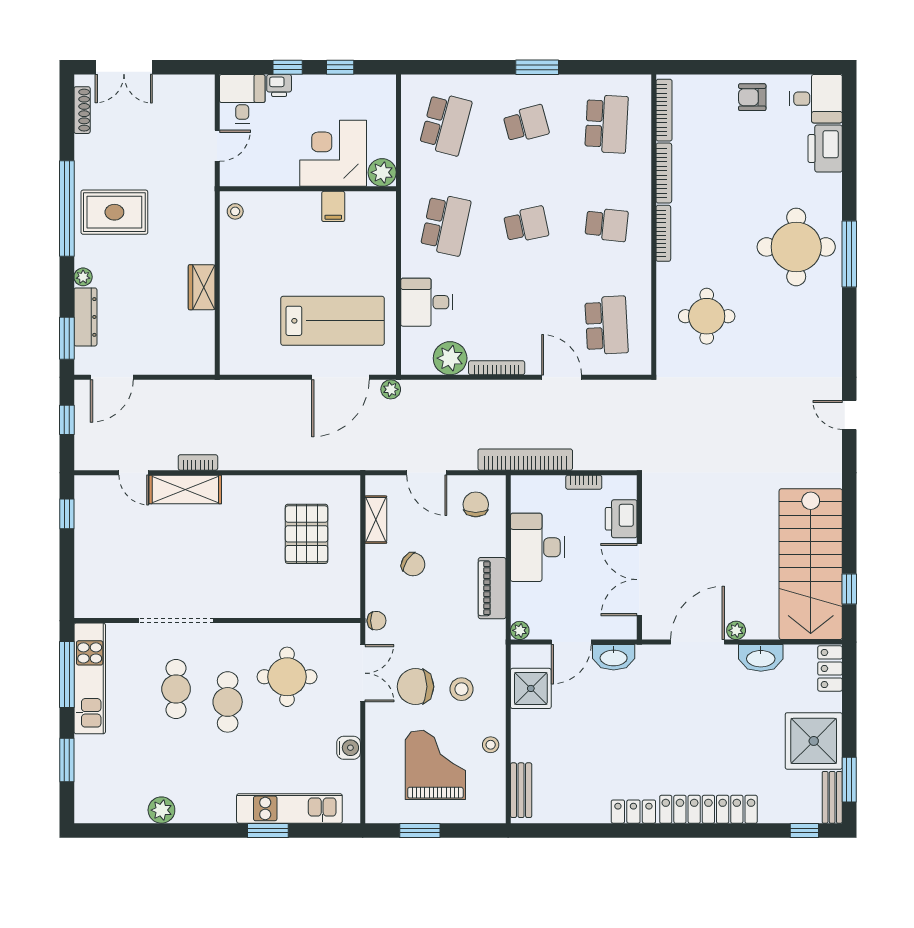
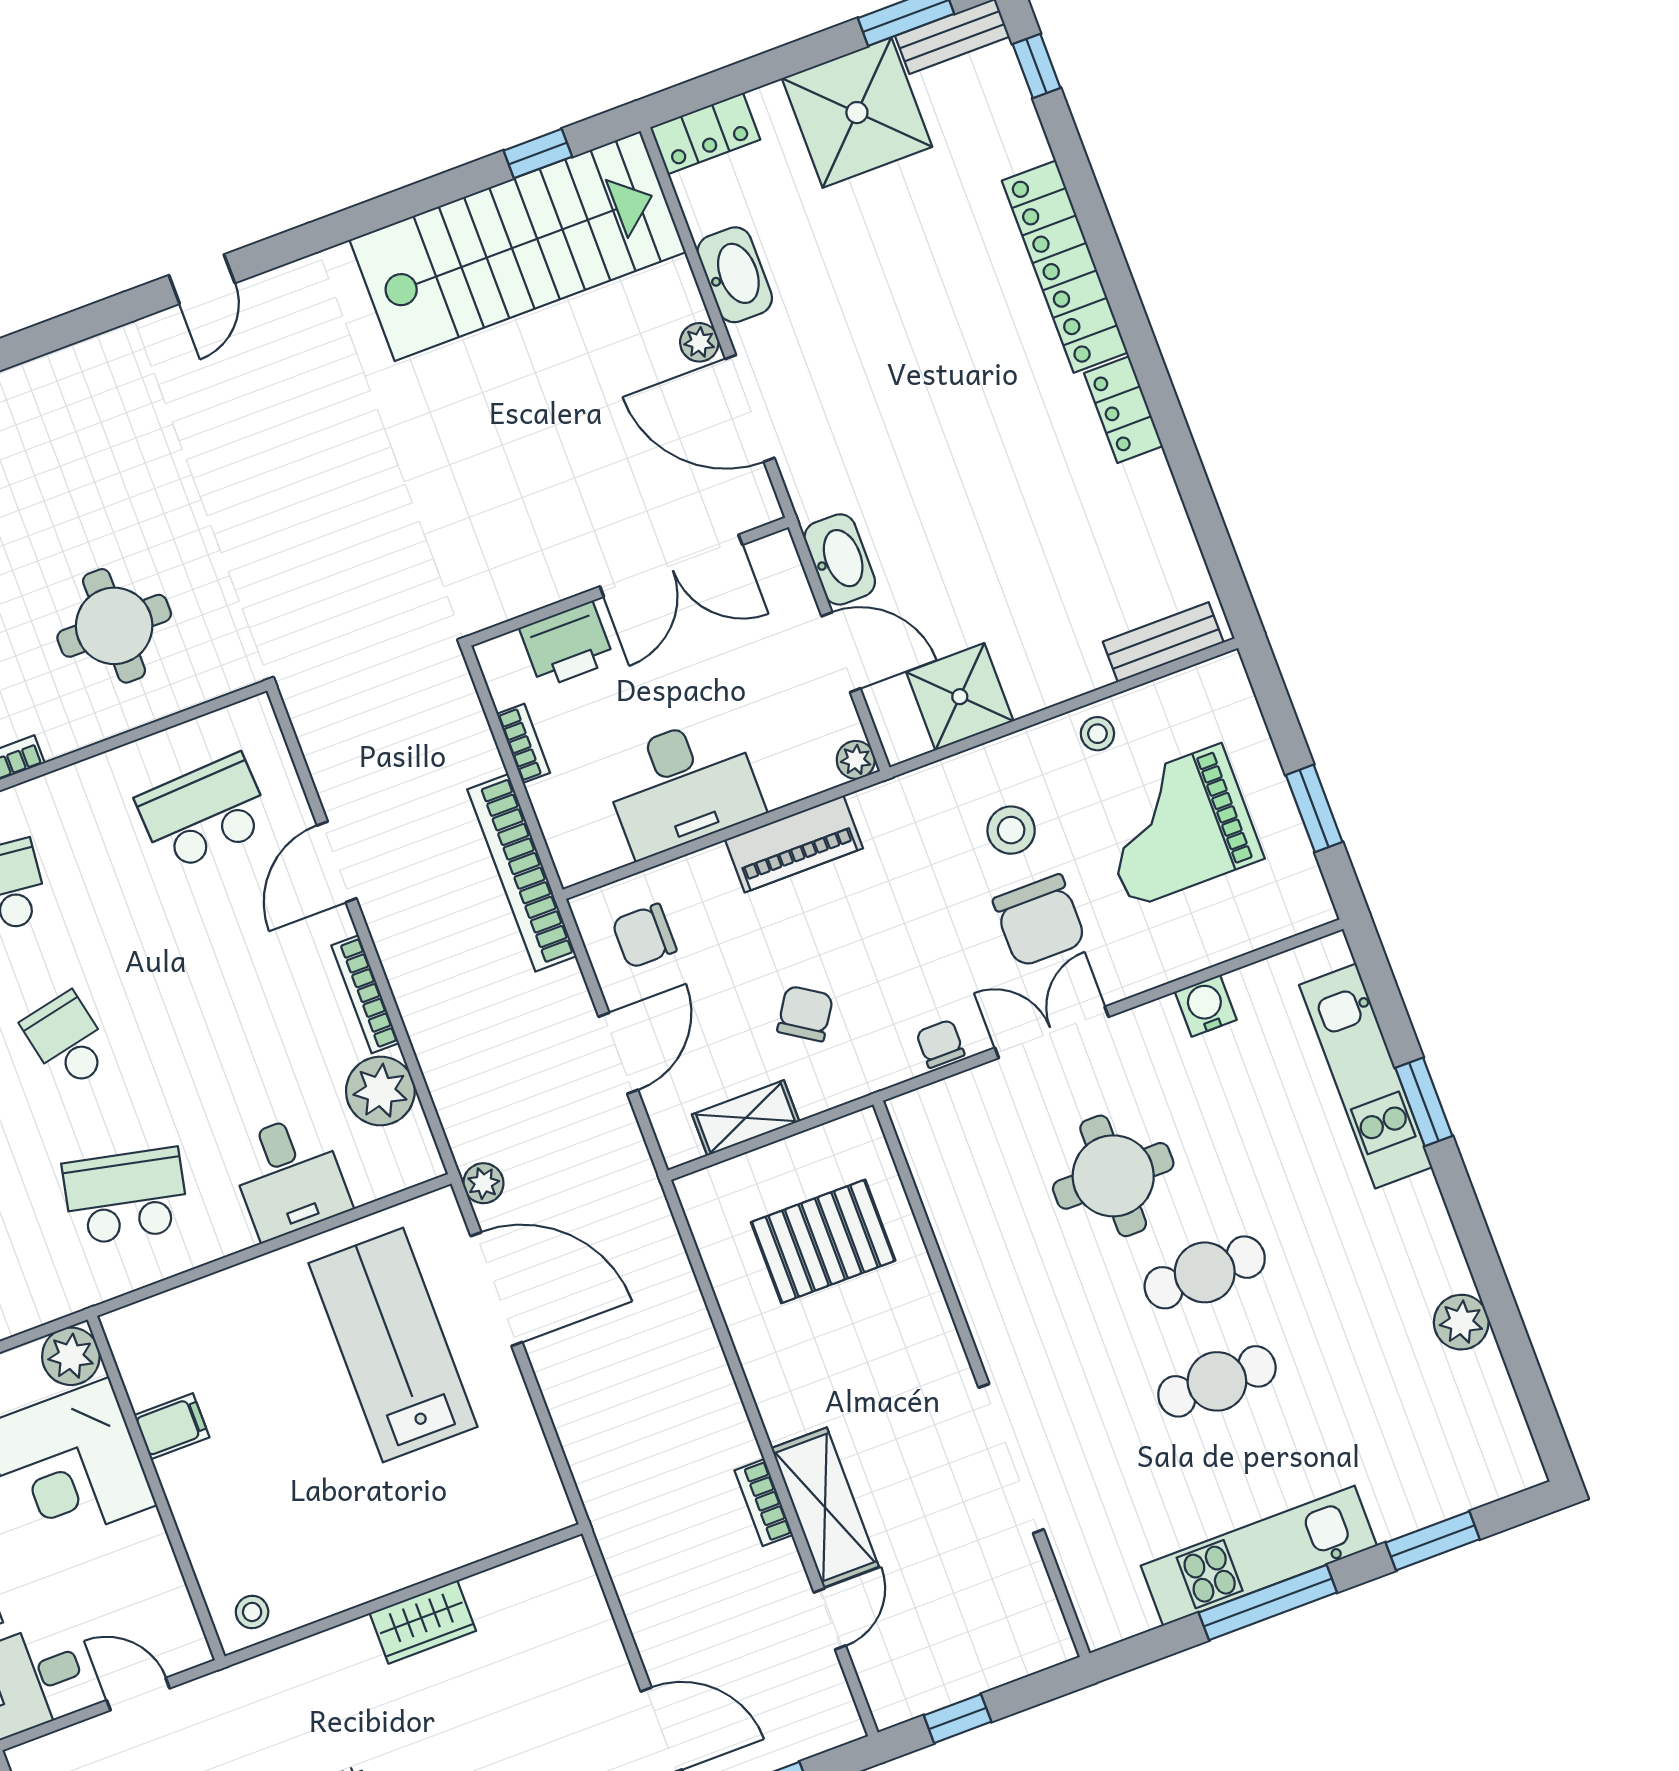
doorway: (176, 621) -> (1011, 1458), moved
wall: (217, 621) -> (981, 1379), moved

